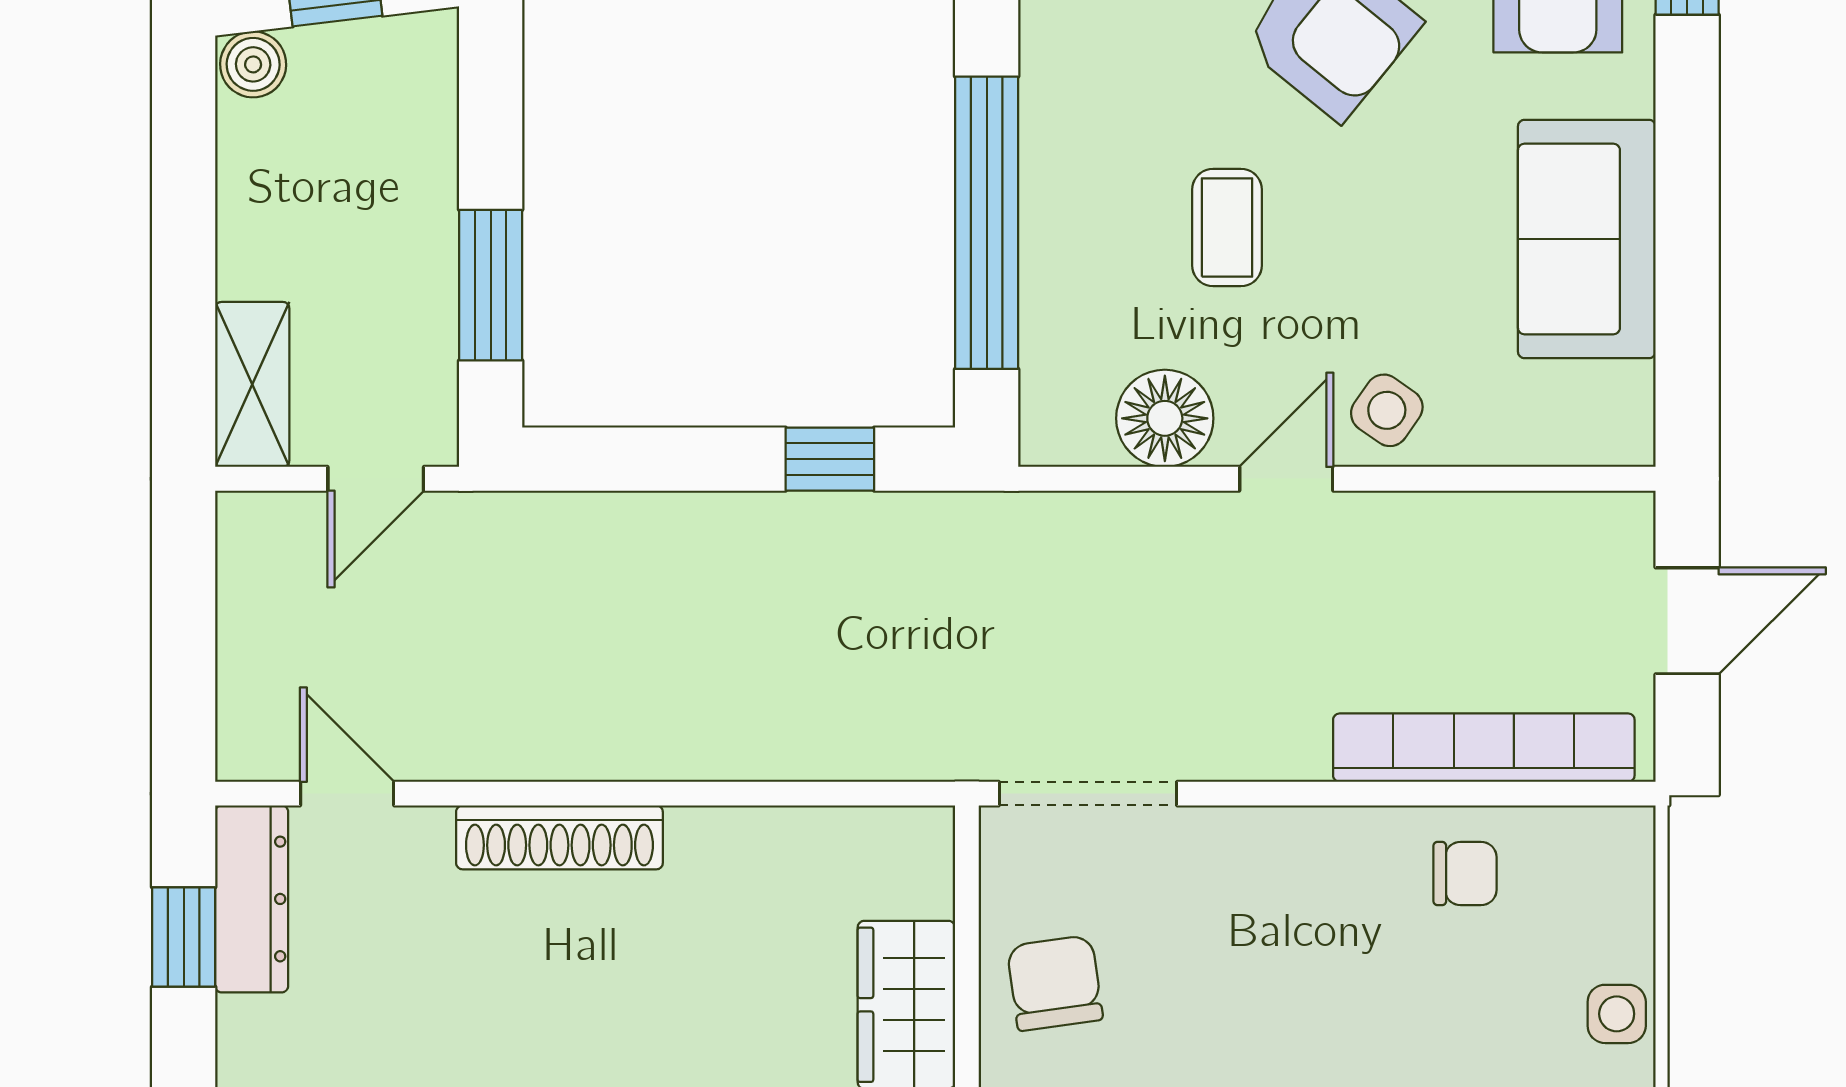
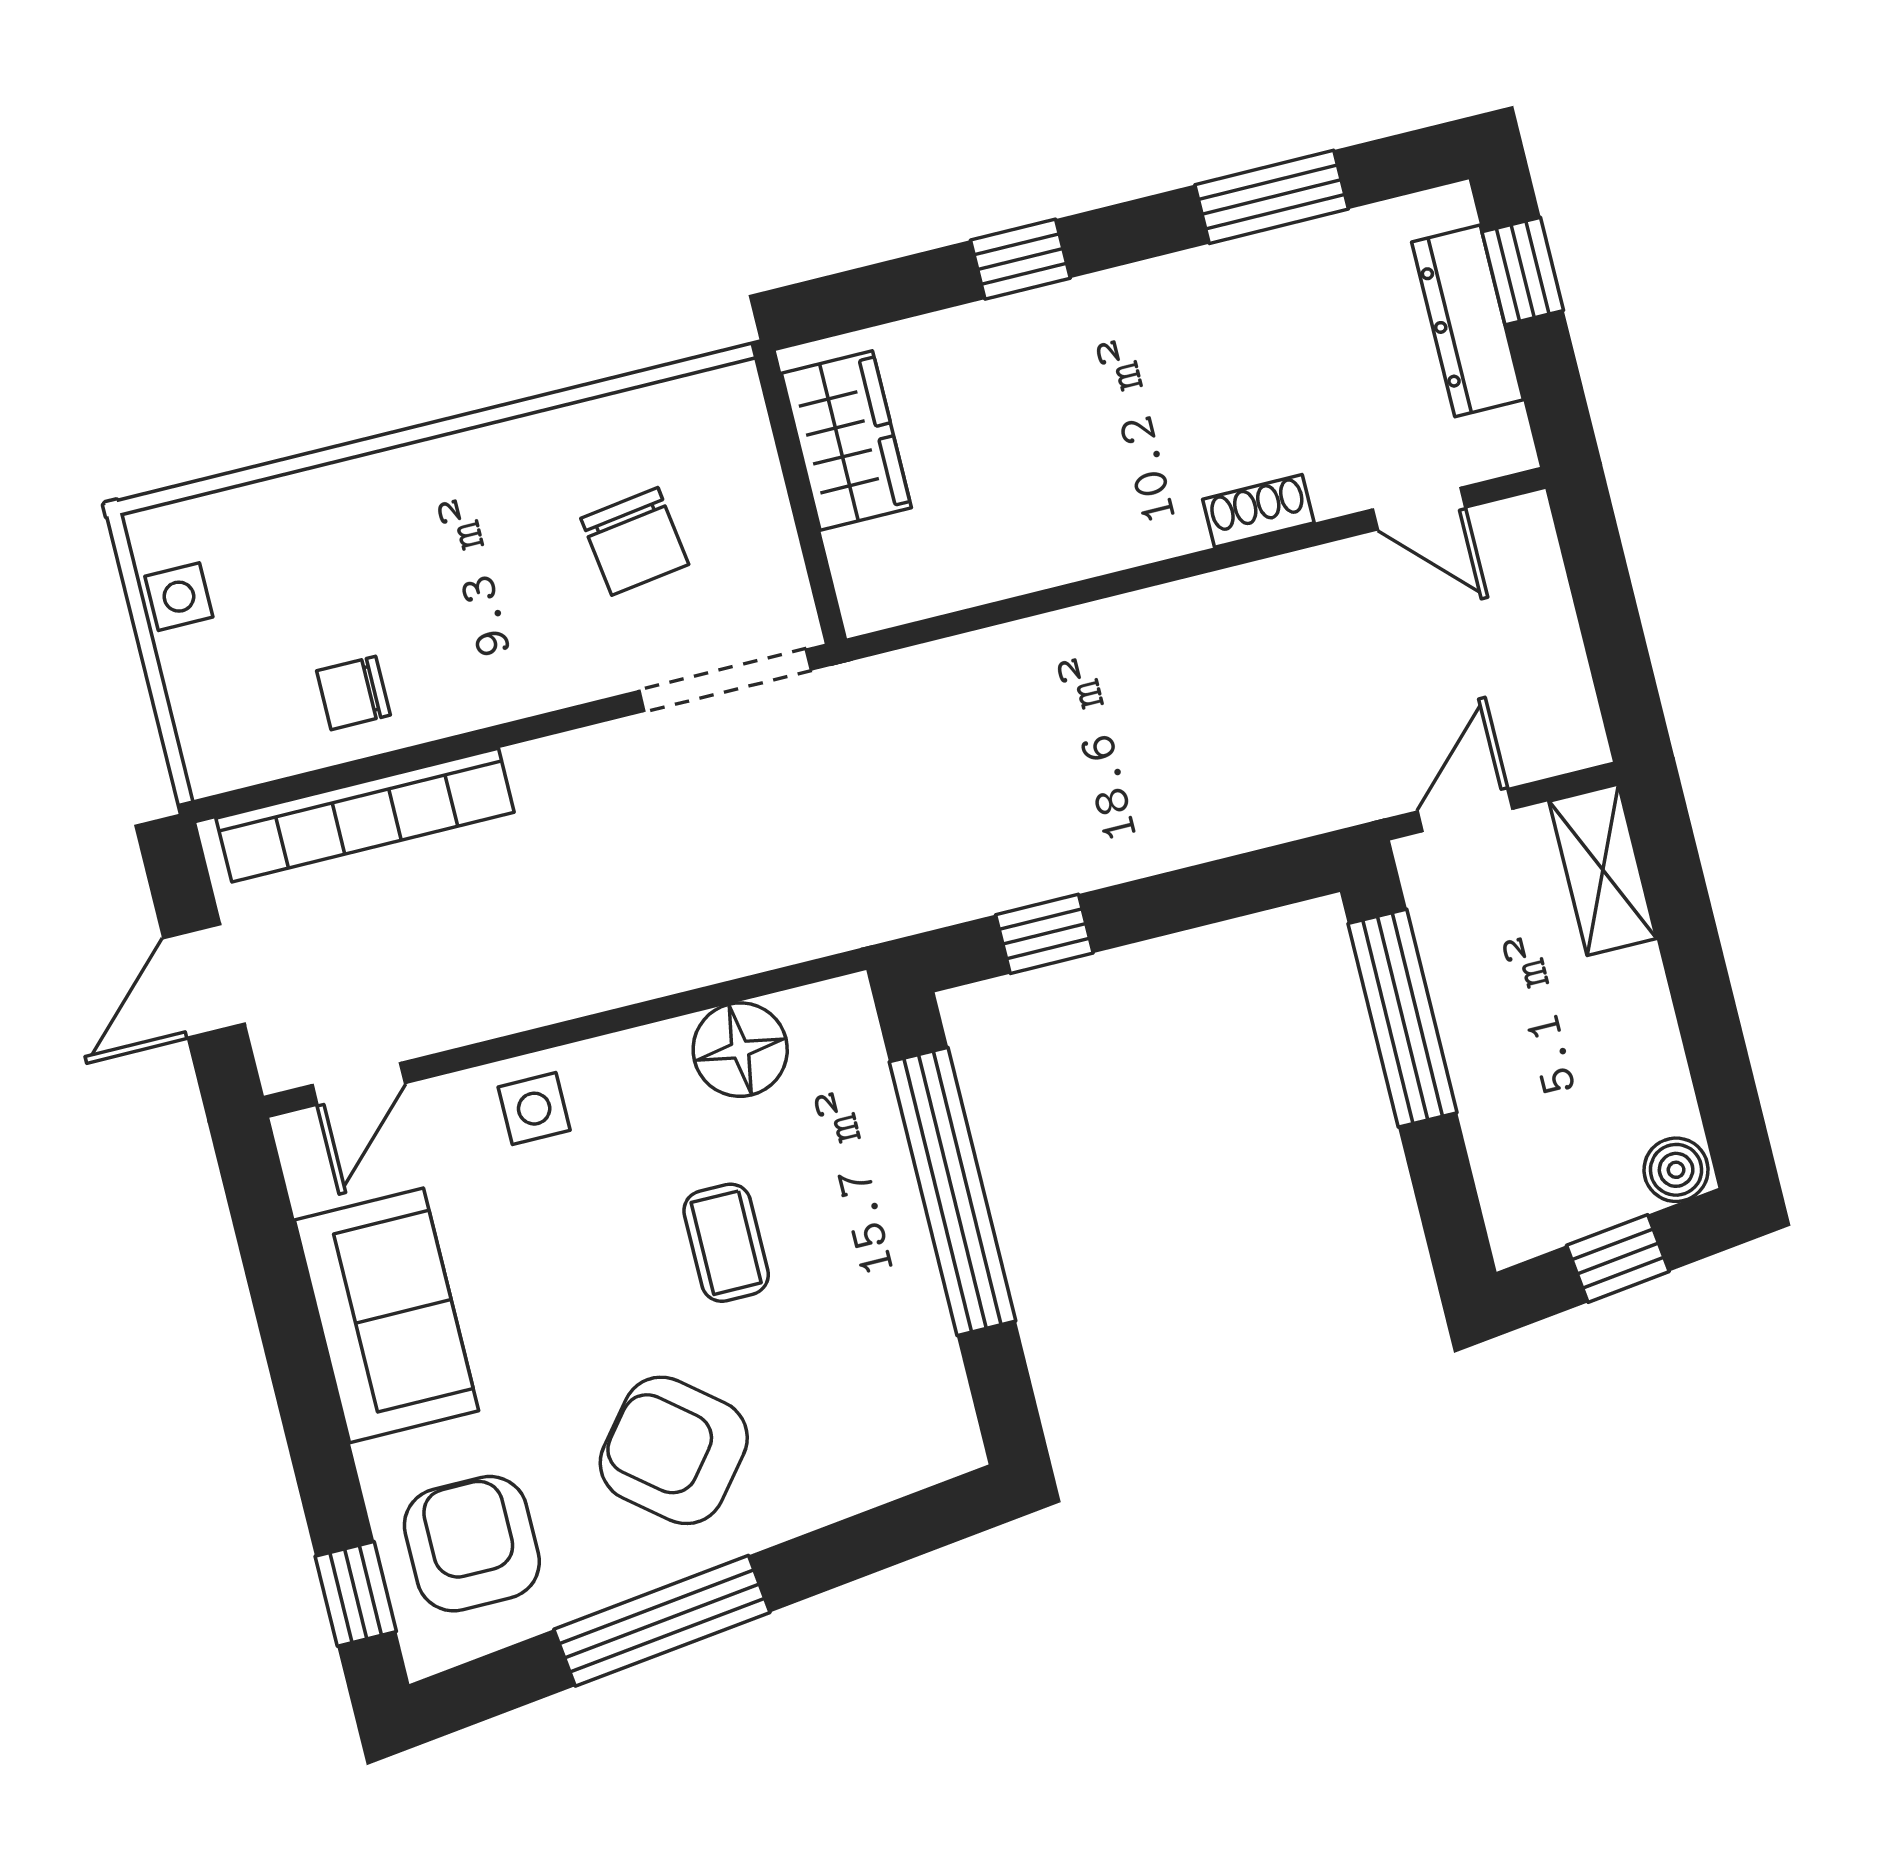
window: (491, 285) -> (1402, 1018), width x1.44
side table: (1387, 410) -> (534, 1109), turned -35
door: (1286, 479) -> (359, 1084), moved
shoe rack: (559, 837) -> (1258, 511), width x0.51, depth x0.81
dresser: (252, 899) -> (1467, 321), moved
window: (184, 937) -> (1523, 271), moved
chair: (1055, 983) -> (635, 541), moved

